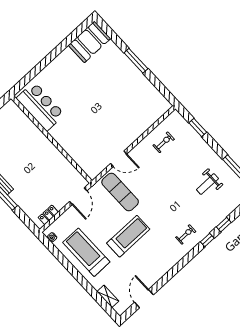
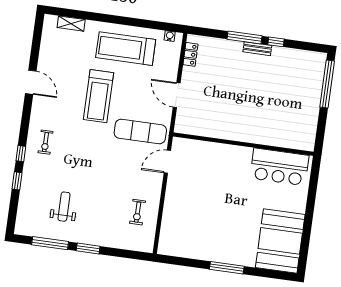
booth: (89, 42) -> (280, 241), width x1.36, depth x1.42
bar counter: (40, 106) -> (279, 167), moved
window: (198, 127) -> (88, 248), moved
wall: (52, 140) -> (243, 144), moved
treadmill: (86, 252) -> (126, 49), turned 180
door: (144, 299) -> (31, 82), moved

